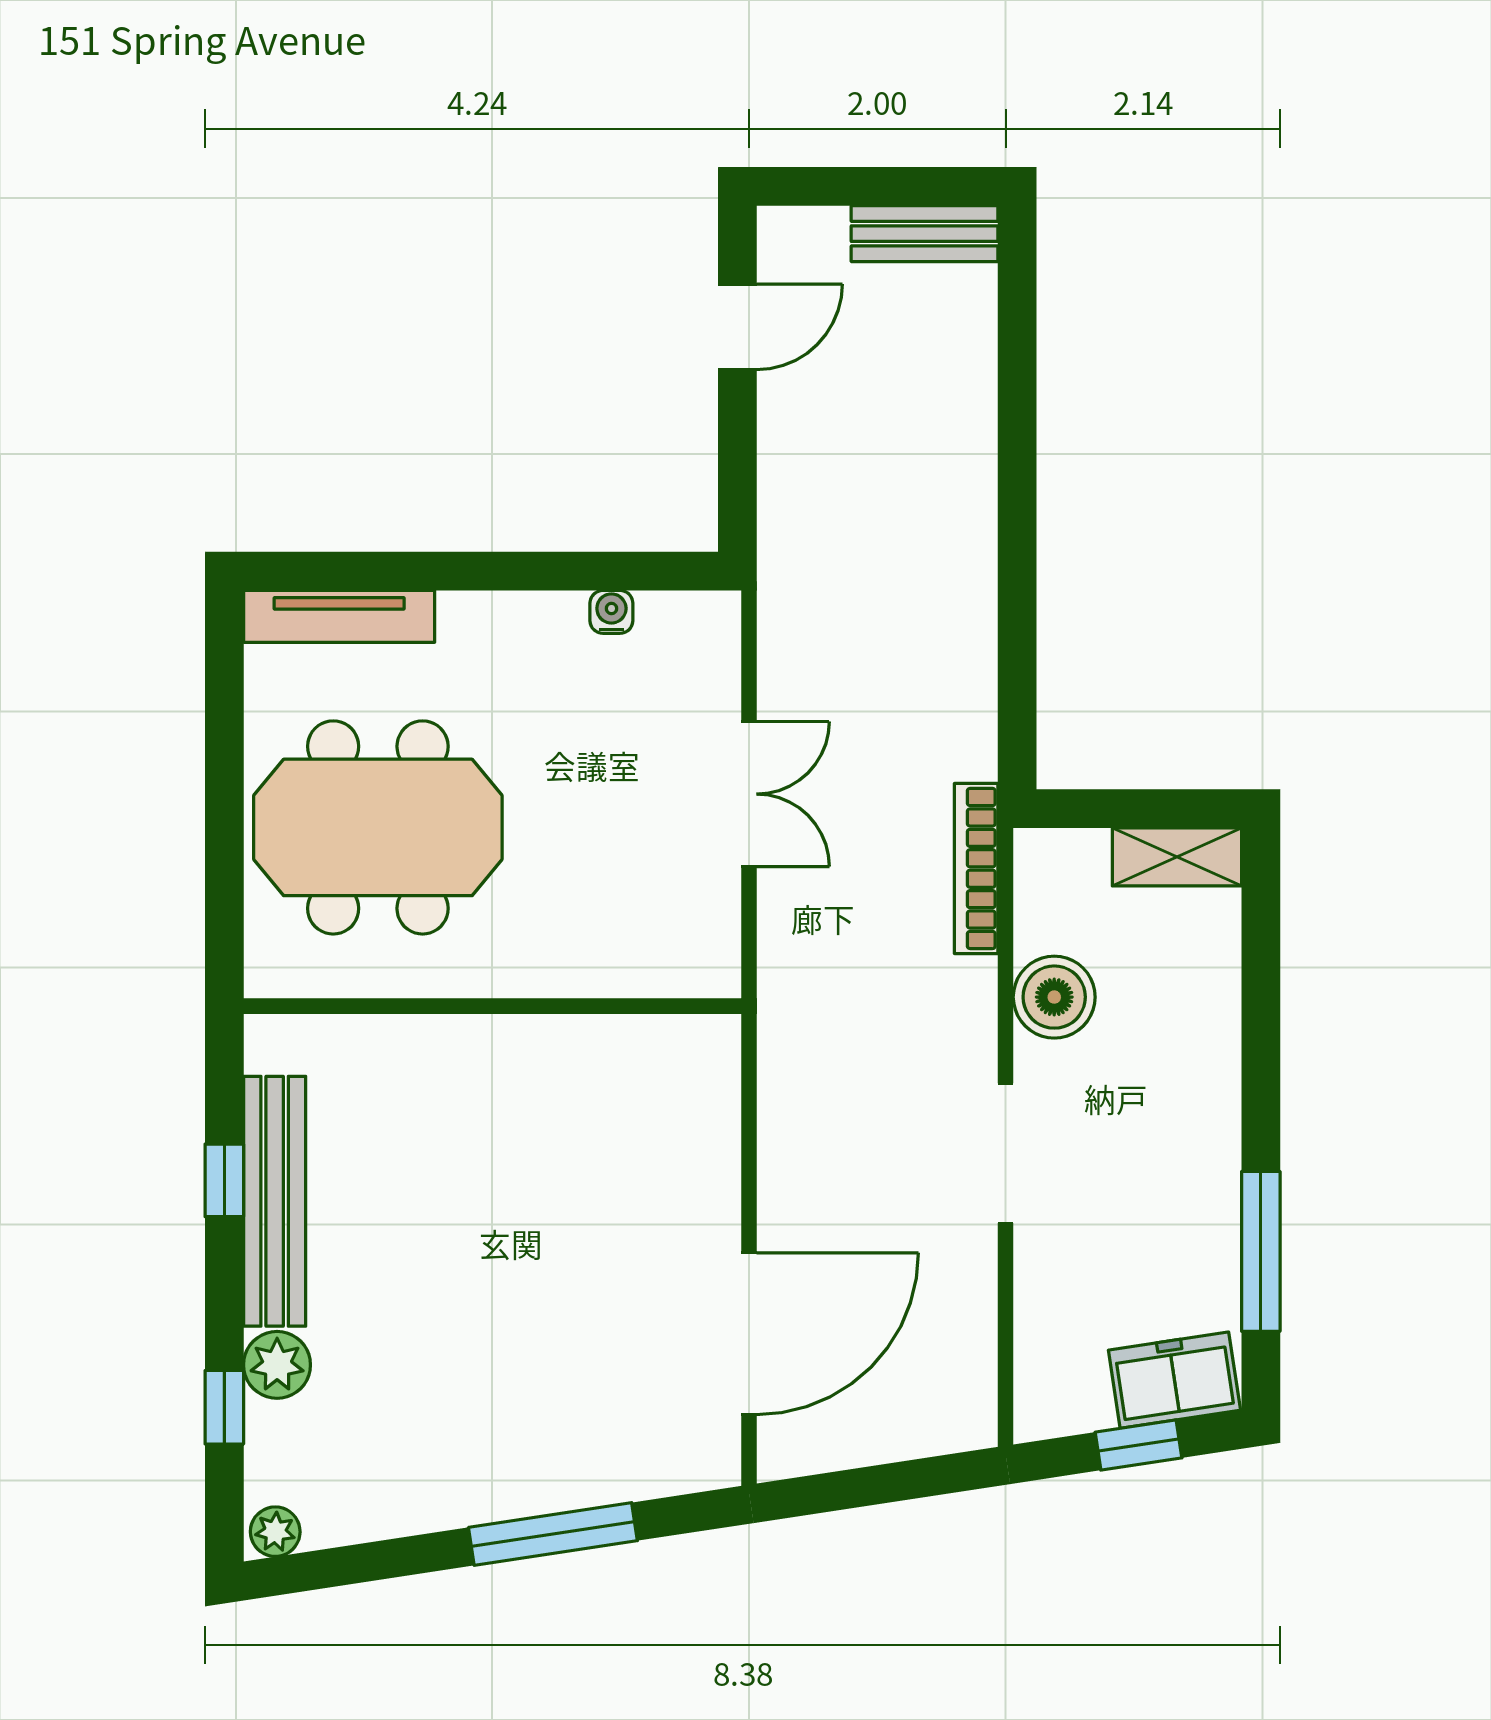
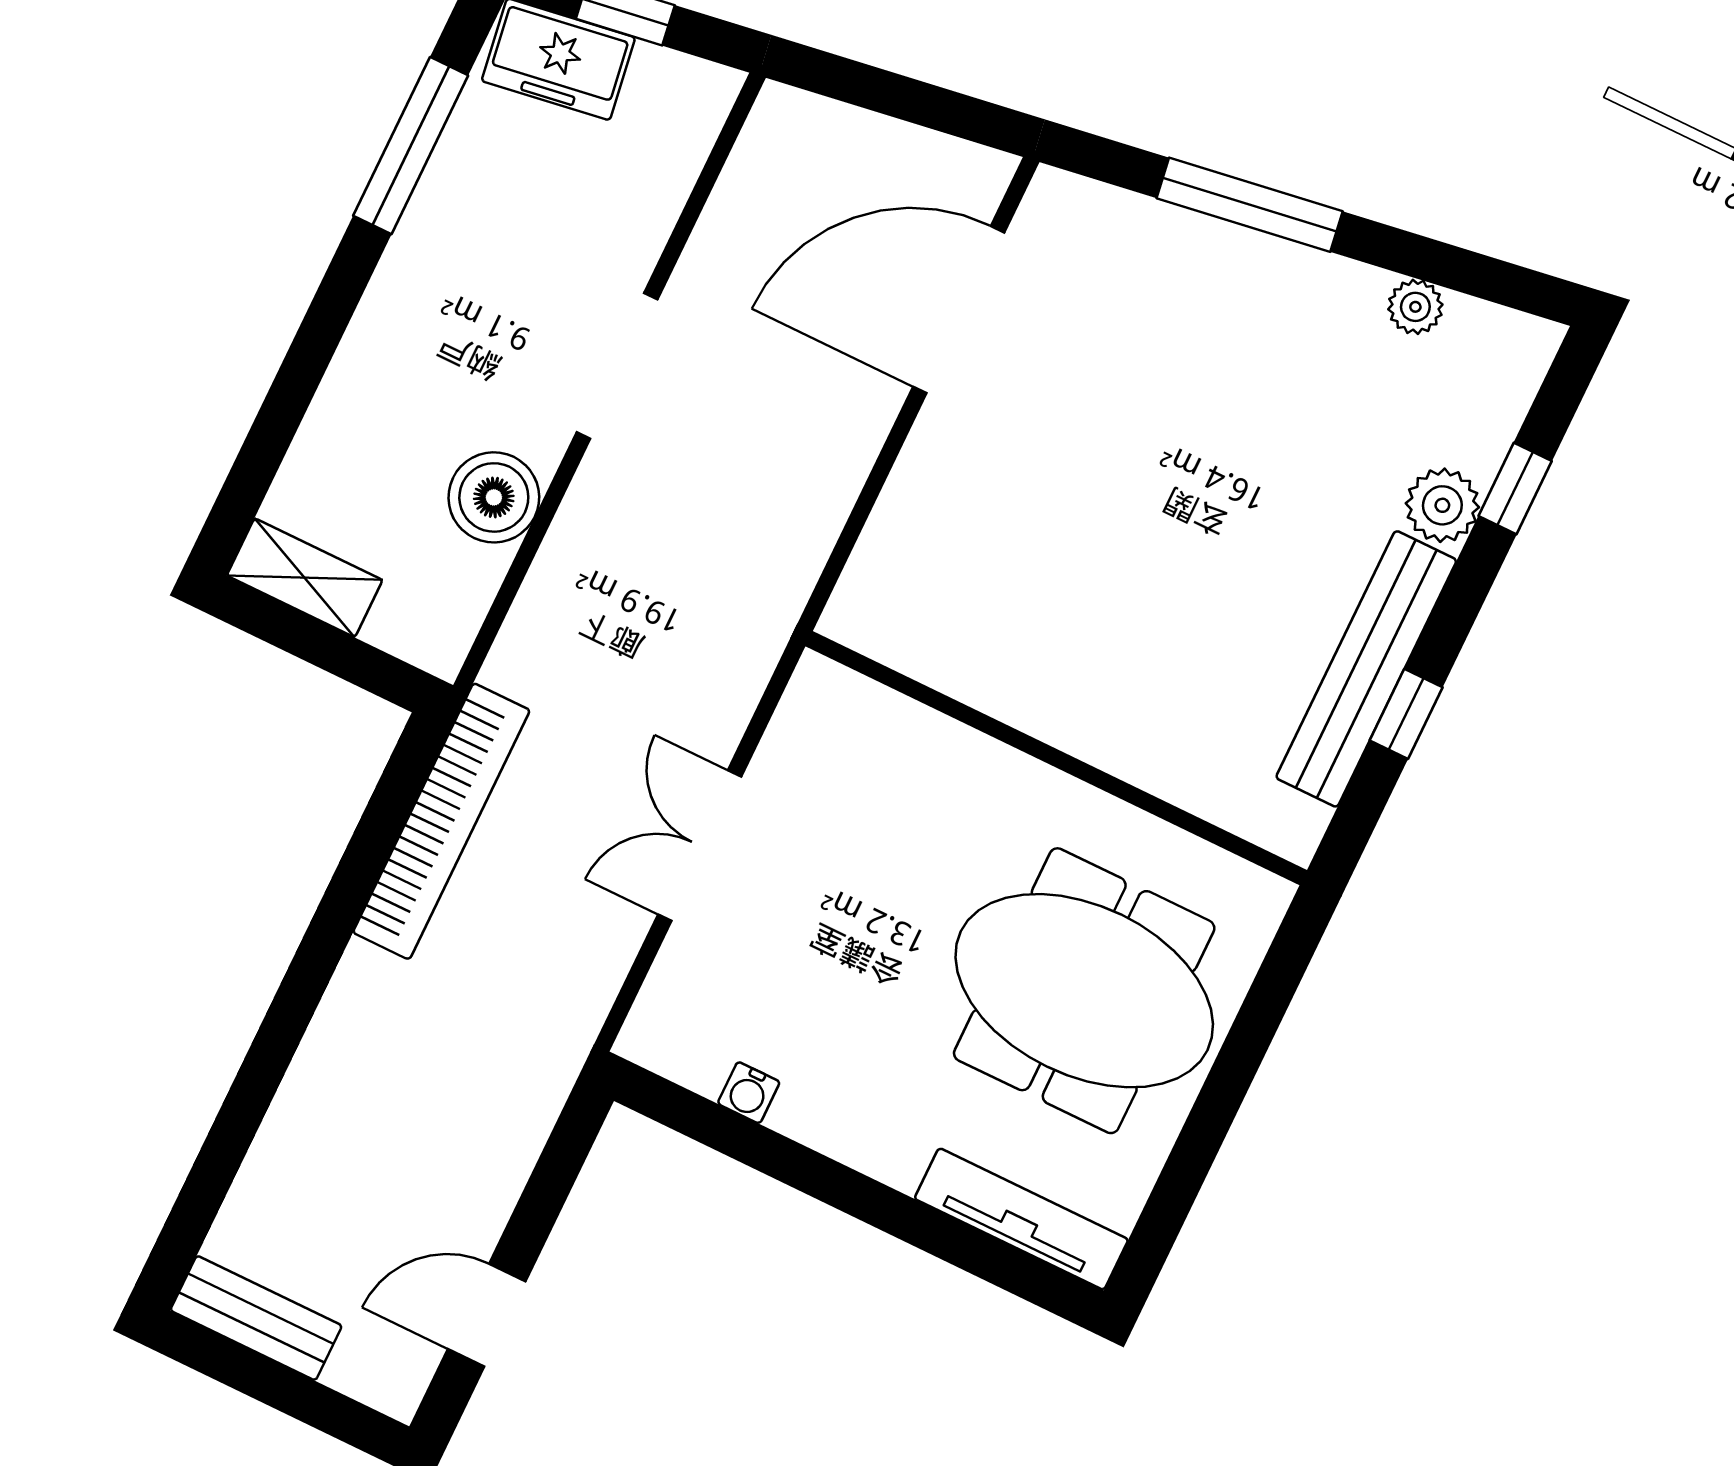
bookcase: (976, 868) -> (441, 821), moved, width x1.48, depth x1.31
plant: (275, 1532) -> (1415, 307), moved

